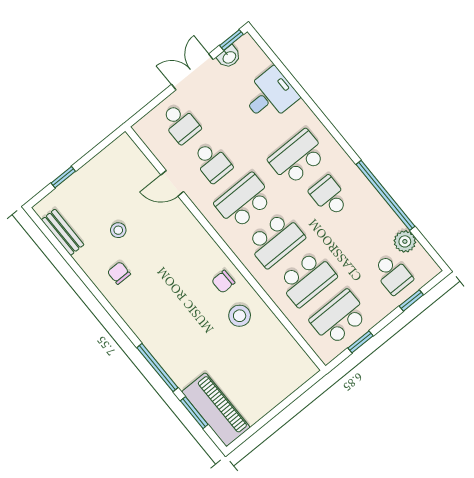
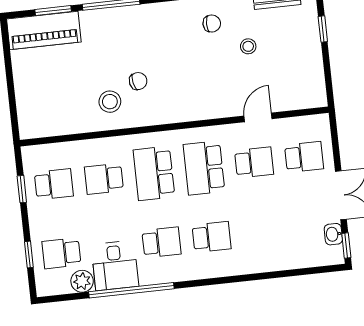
desk: (270, 95) -> (115, 265), moved
school desk: (180, 123) -> (304, 157), turned 180
school desk: (297, 157) -> (211, 237), width x0.54
school desk: (212, 162) -> (254, 162), turned 180
school desk: (244, 201) -> (204, 168), turned 180
school desk: (307, 279) -> (104, 179), width x0.54
chair: (223, 282) -> (138, 81), moved, turned 79
school desk: (339, 318) -> (54, 184), width x0.54

